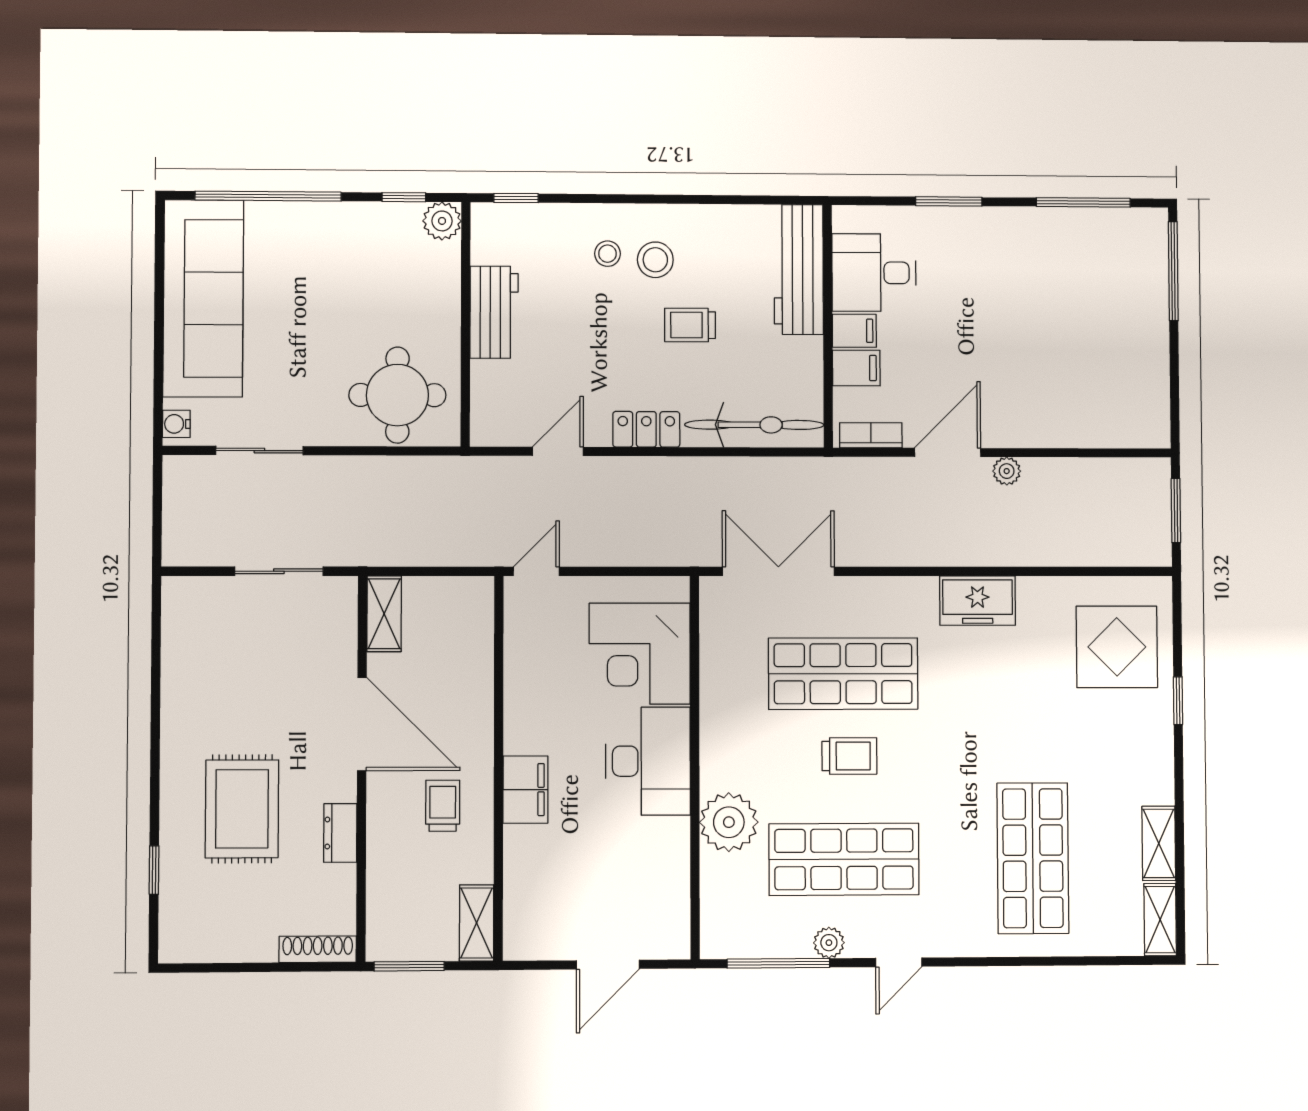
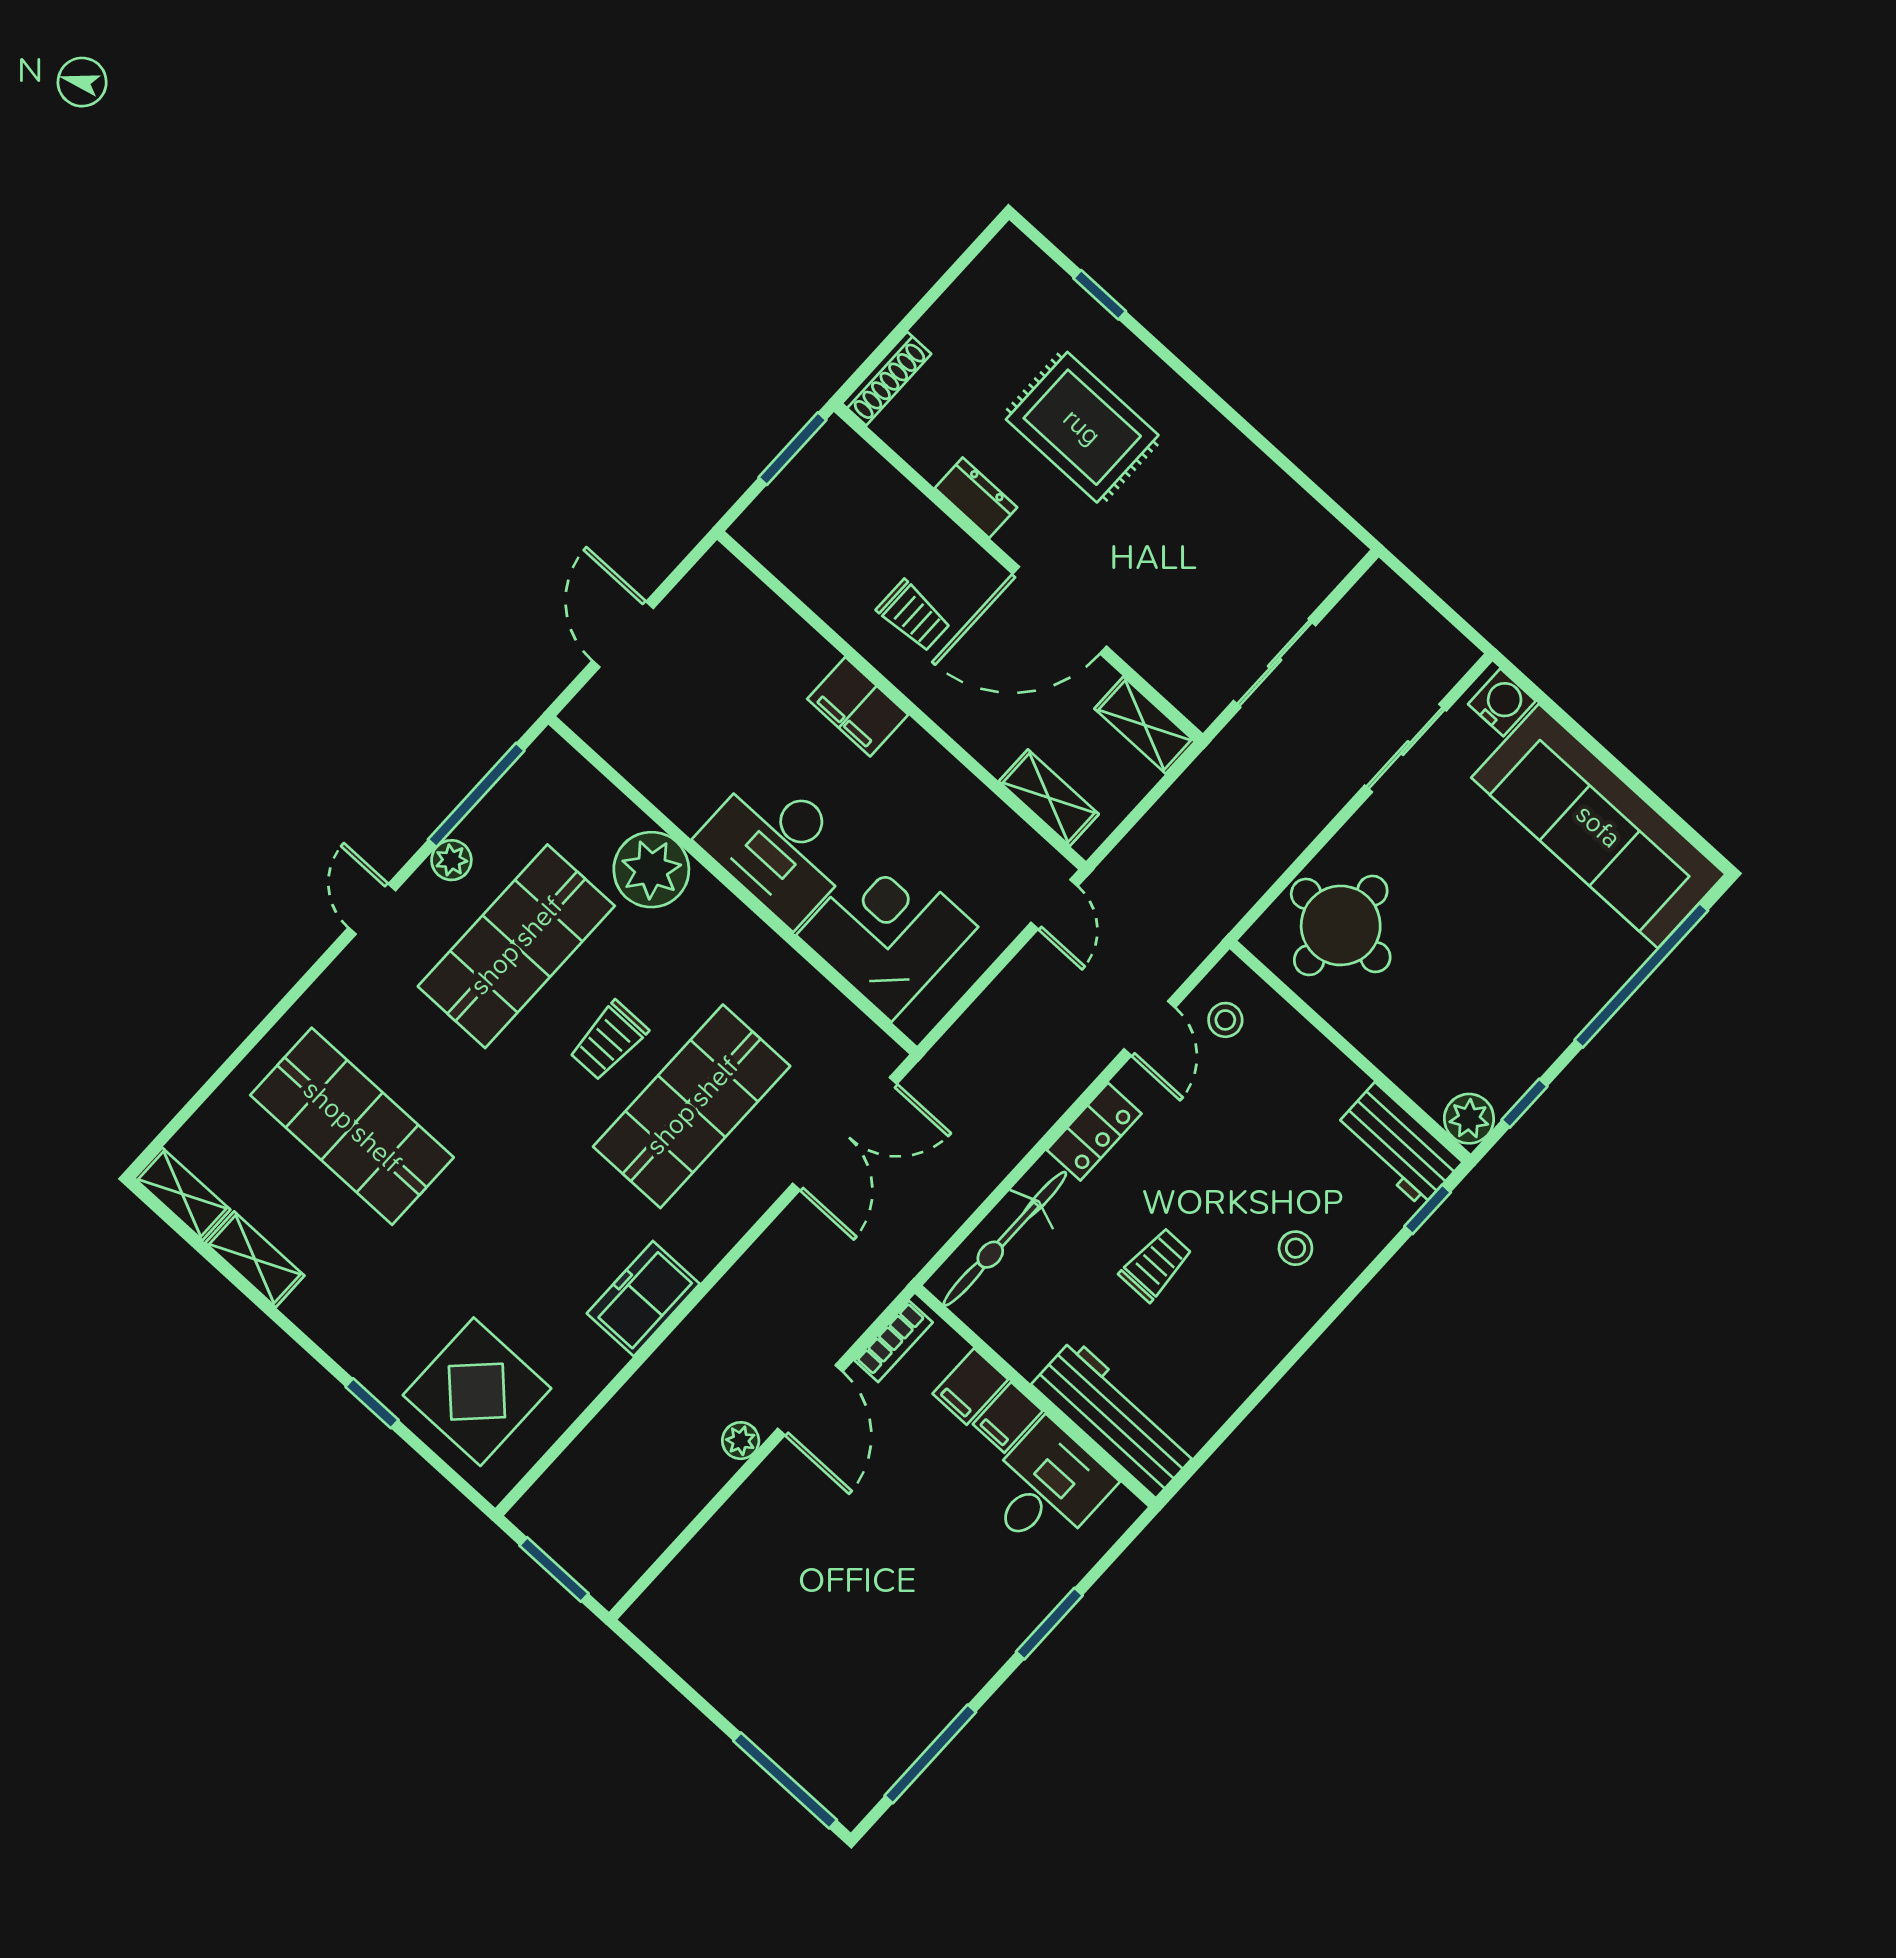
stool: (655, 260) -> (1225, 1020), moved, width x0.73, depth x0.73
workbench: (494, 312) -> (1398, 1145), moved
water cooler: (176, 424) -> (1502, 702), width x1.38, depth x1.38
shelving: (477, 923) -> (1049, 798), moved

